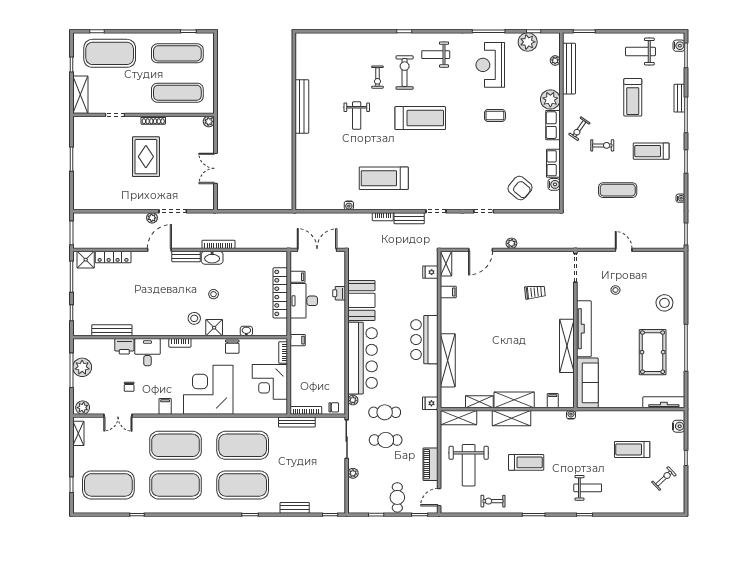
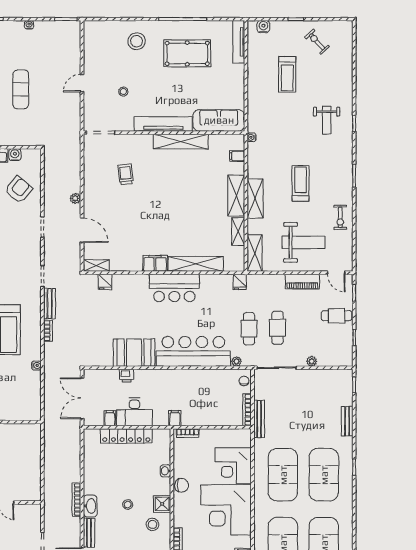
filing cabinet: (448, 292) -> (155, 263), moved, width x2.00
corner desk: (270, 382) -> (233, 466), moved, turned 90
weight bench: (588, 488) -> (327, 120), turned 180

